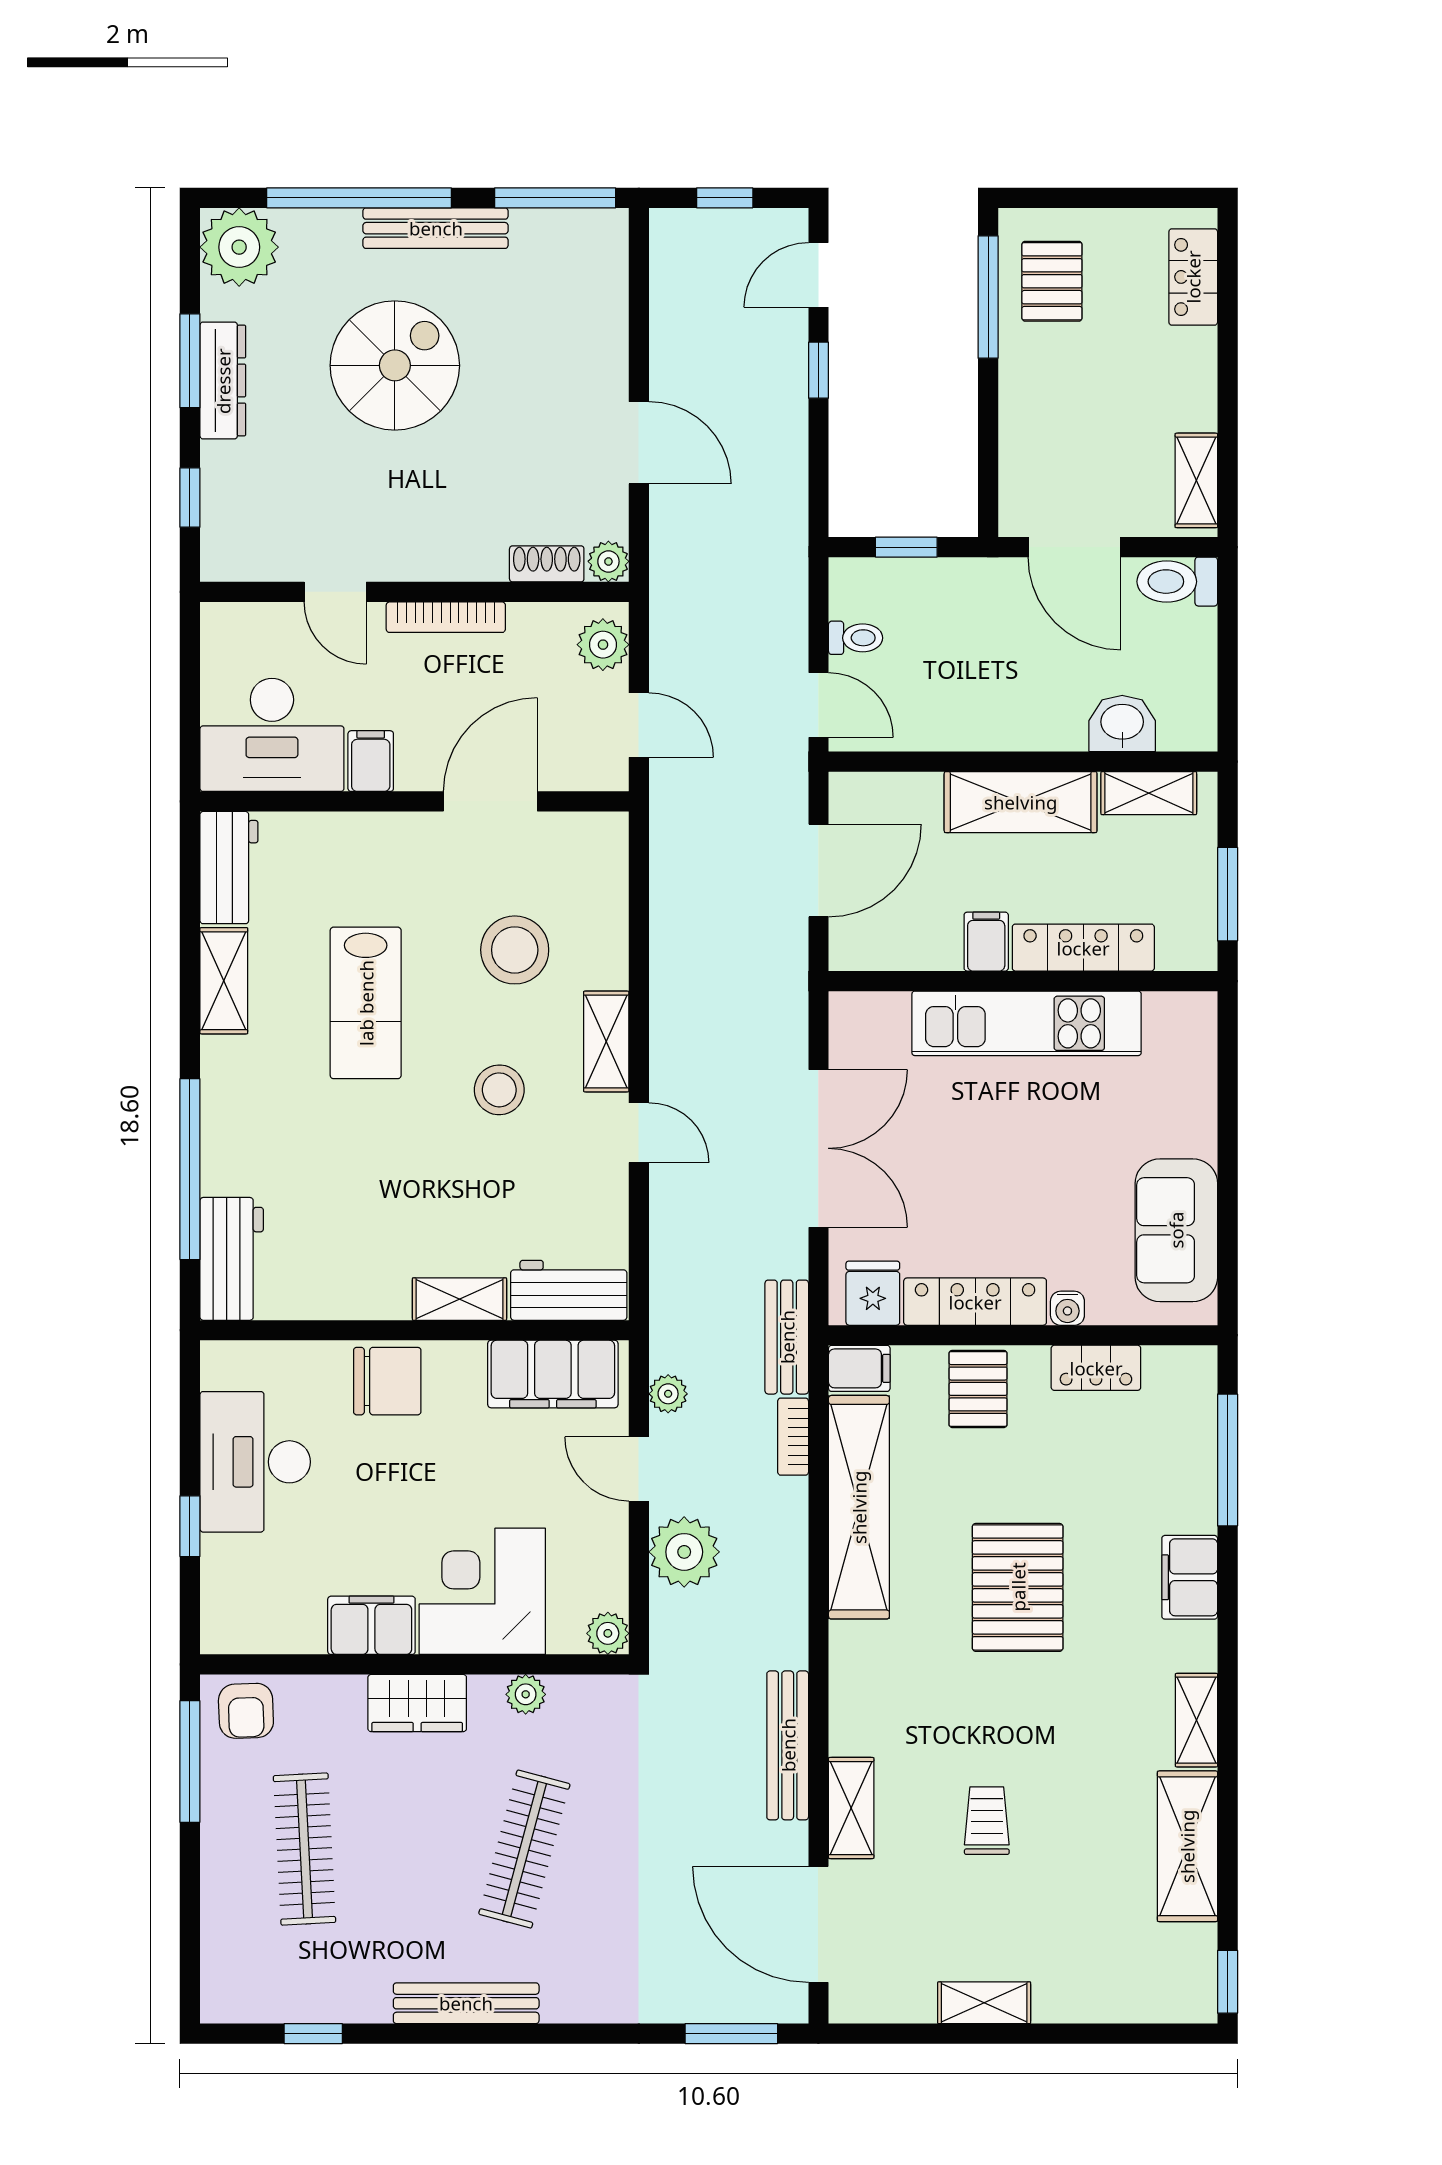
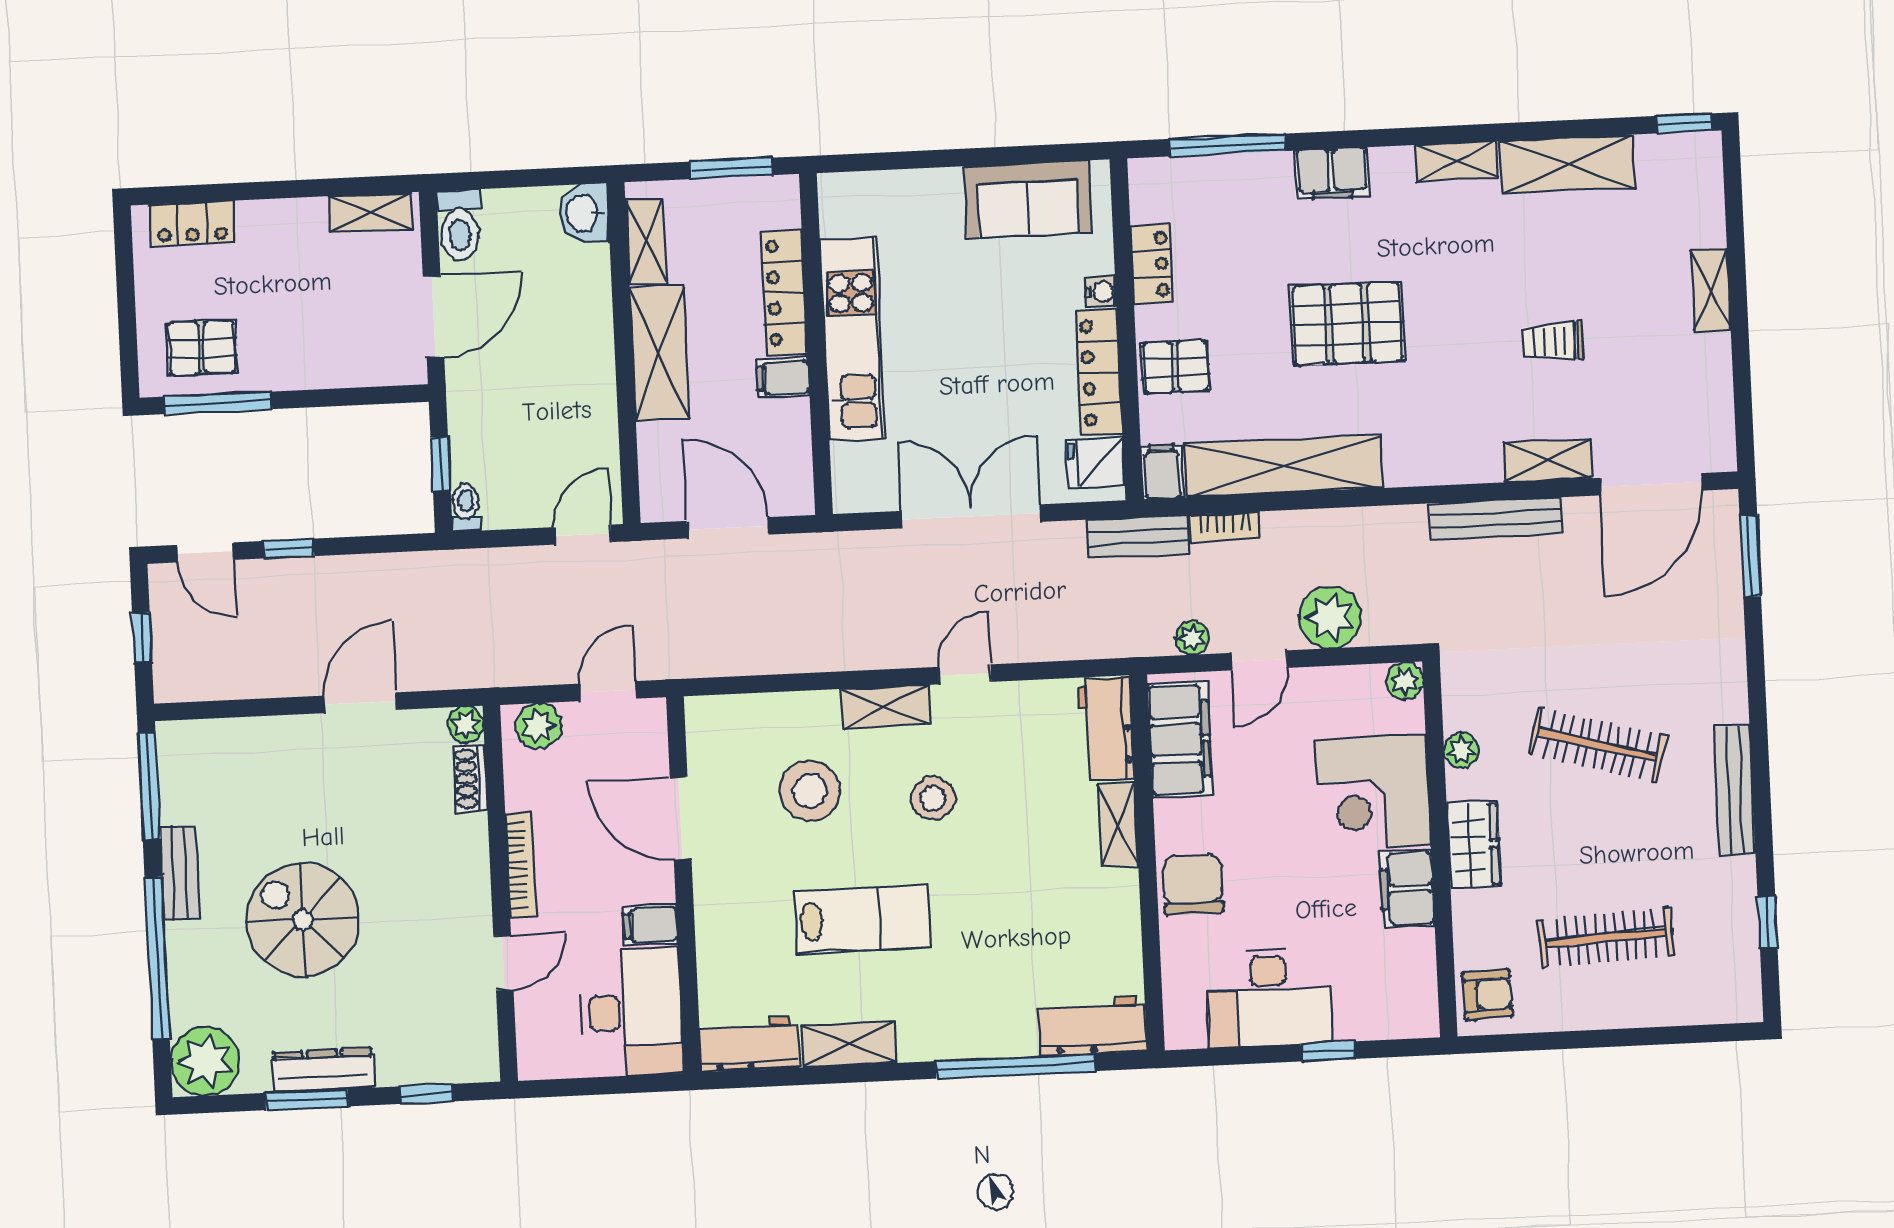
bench: (436, 228) -> (180, 873), width x0.73
toilet: (856, 638) -> (466, 508), moved
washbasin: (1122, 723) -> (584, 213), moved
window: (190, 1761) -> (1534, 1042), removed
shelving: (984, 2003) -> (1711, 290), moved

